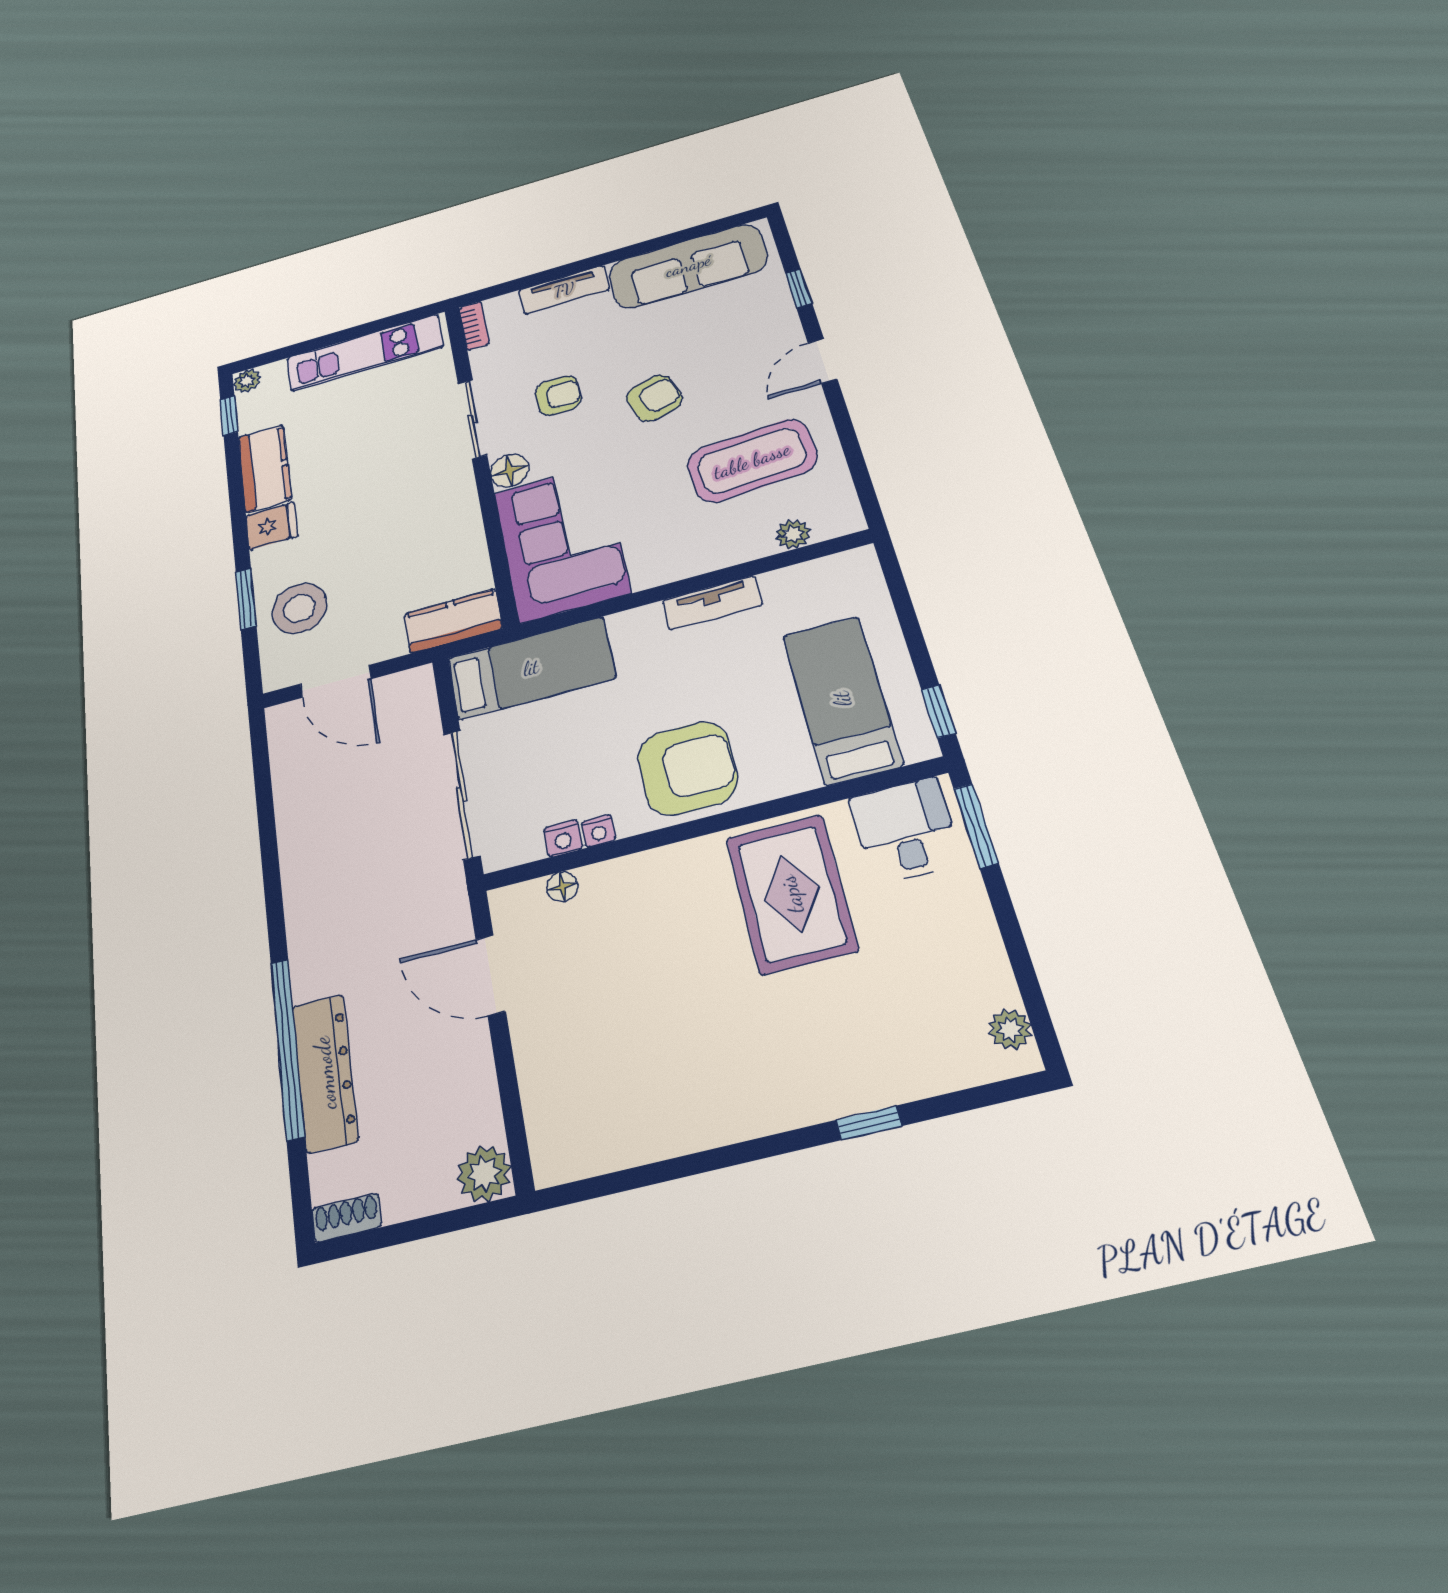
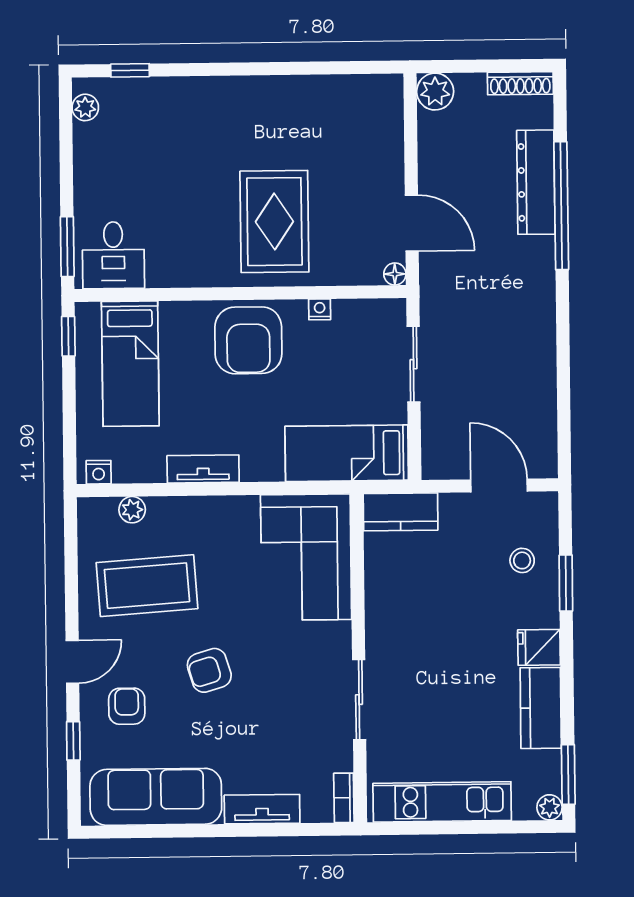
armchair: (558, 396) -> (127, 706), moved, turned 90
window: (229, 416) -> (568, 774), width x1.50
floor lamp: (510, 471) -> (336, 638), removed
stool: (300, 608) -> (522, 560), width x0.53, depth x0.53
armchair: (688, 768) -> (248, 340), turned -90
sliding door: (462, 794) -> (414, 364), width x0.73
nightstand: (563, 838) -> (99, 472), moved, turned 180
floor lamp: (562, 887) -> (395, 274), moved
rug: (791, 894) -> (274, 222), moved
window: (869, 1123) -> (130, 70), moved
shoe rack: (347, 1218) -> (520, 83), width x1.43

